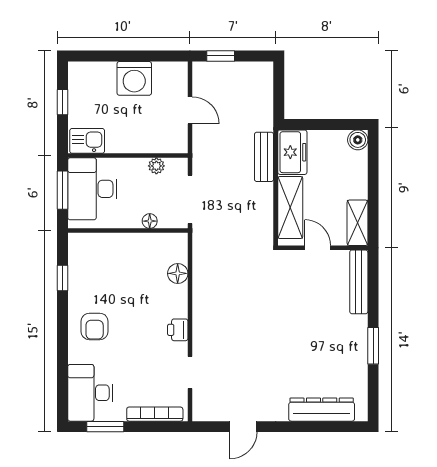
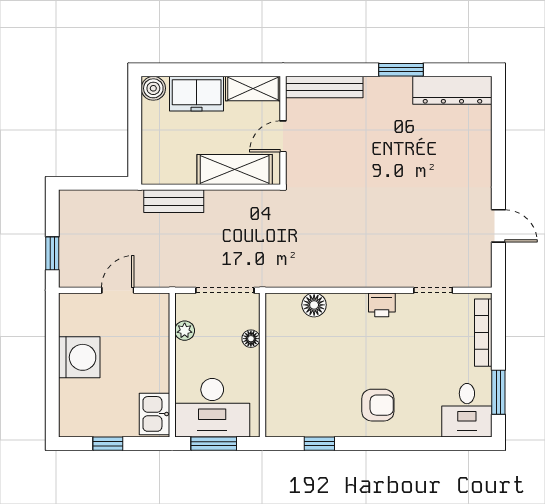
freezer: (292, 152) -> (197, 94), moved, turned 180
desk: (90, 393) -> (467, 410), width x0.73
dresser: (322, 410) -> (452, 90), moved, turned -90

